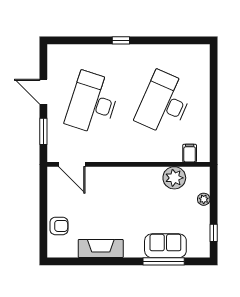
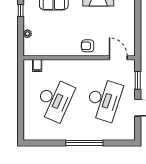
window: (121, 40) -> (84, 143), width x3.17
plant: (174, 178) -> (48, 48), removed
armchair: (59, 226) -> (88, 46), moved

